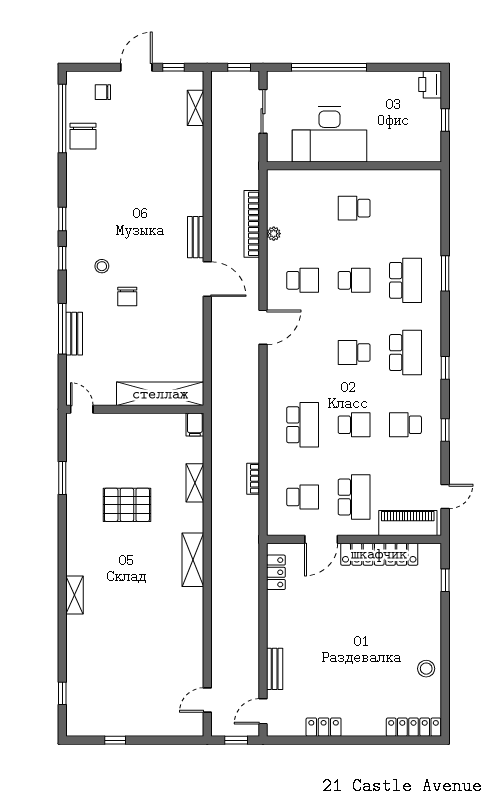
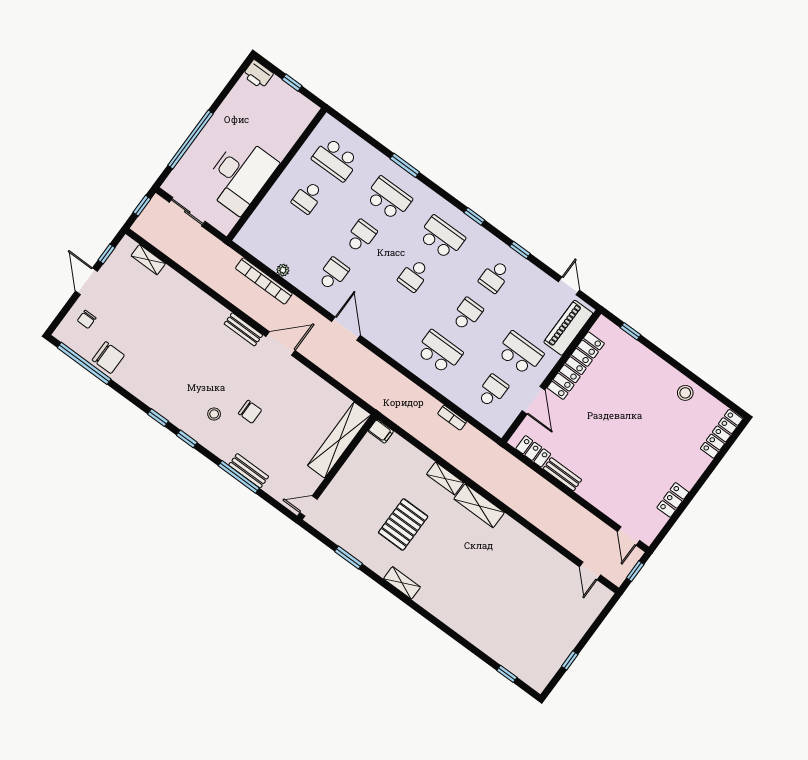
school desk: (405, 208) -> (335, 159), added
shelving: (195, 483) -> (445, 478), moved
shelving: (75, 595) -> (402, 583), moved
bench: (275, 669) -> (562, 474), moved

